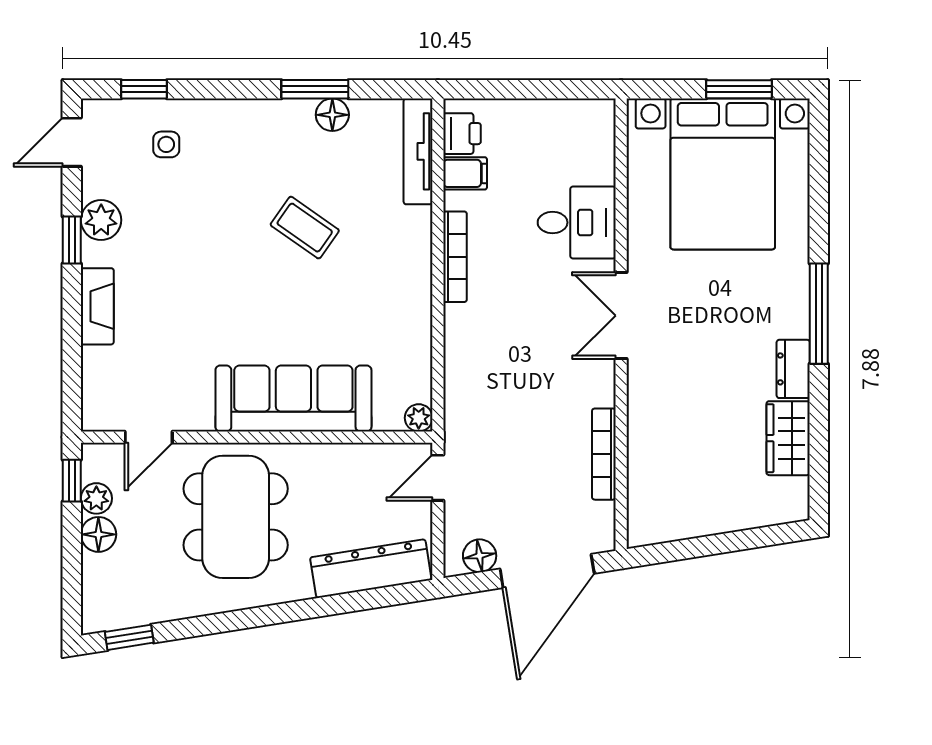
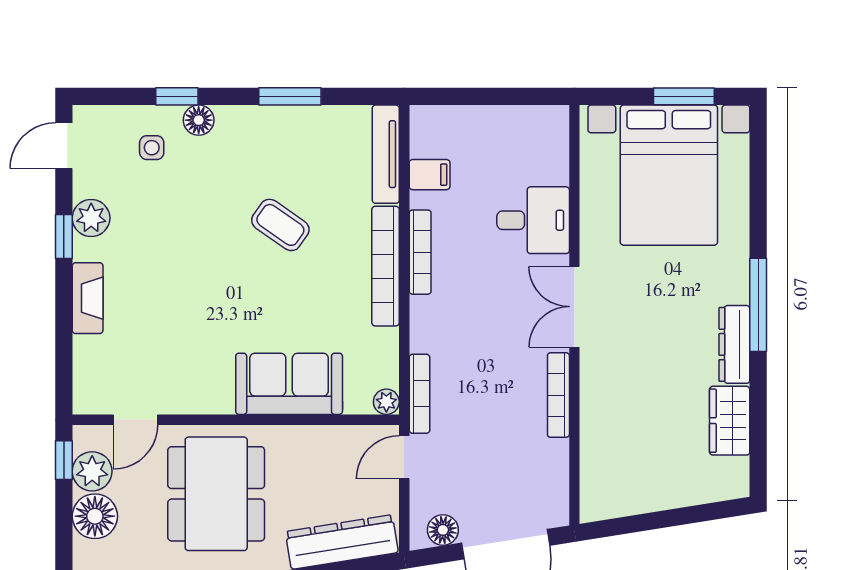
window: (144, 89) -> (177, 96), moved
floor lamp: (332, 115) -> (199, 120), moved
printer: (462, 134) -> (427, 138), removed
bookcase: (418, 272) -> (386, 266), added
dresser: (793, 369) -> (734, 344), width x1.44
sofa: (293, 398) -> (289, 384), width x0.73
bookcase: (454, 409) -> (419, 394), added
bookcase: (604, 454) -> (558, 395), moved
plant: (96, 498) -> (92, 471), width x1.38, depth x1.38
floor lamp: (98, 534) -> (95, 516), width x1.38, depth x1.38

